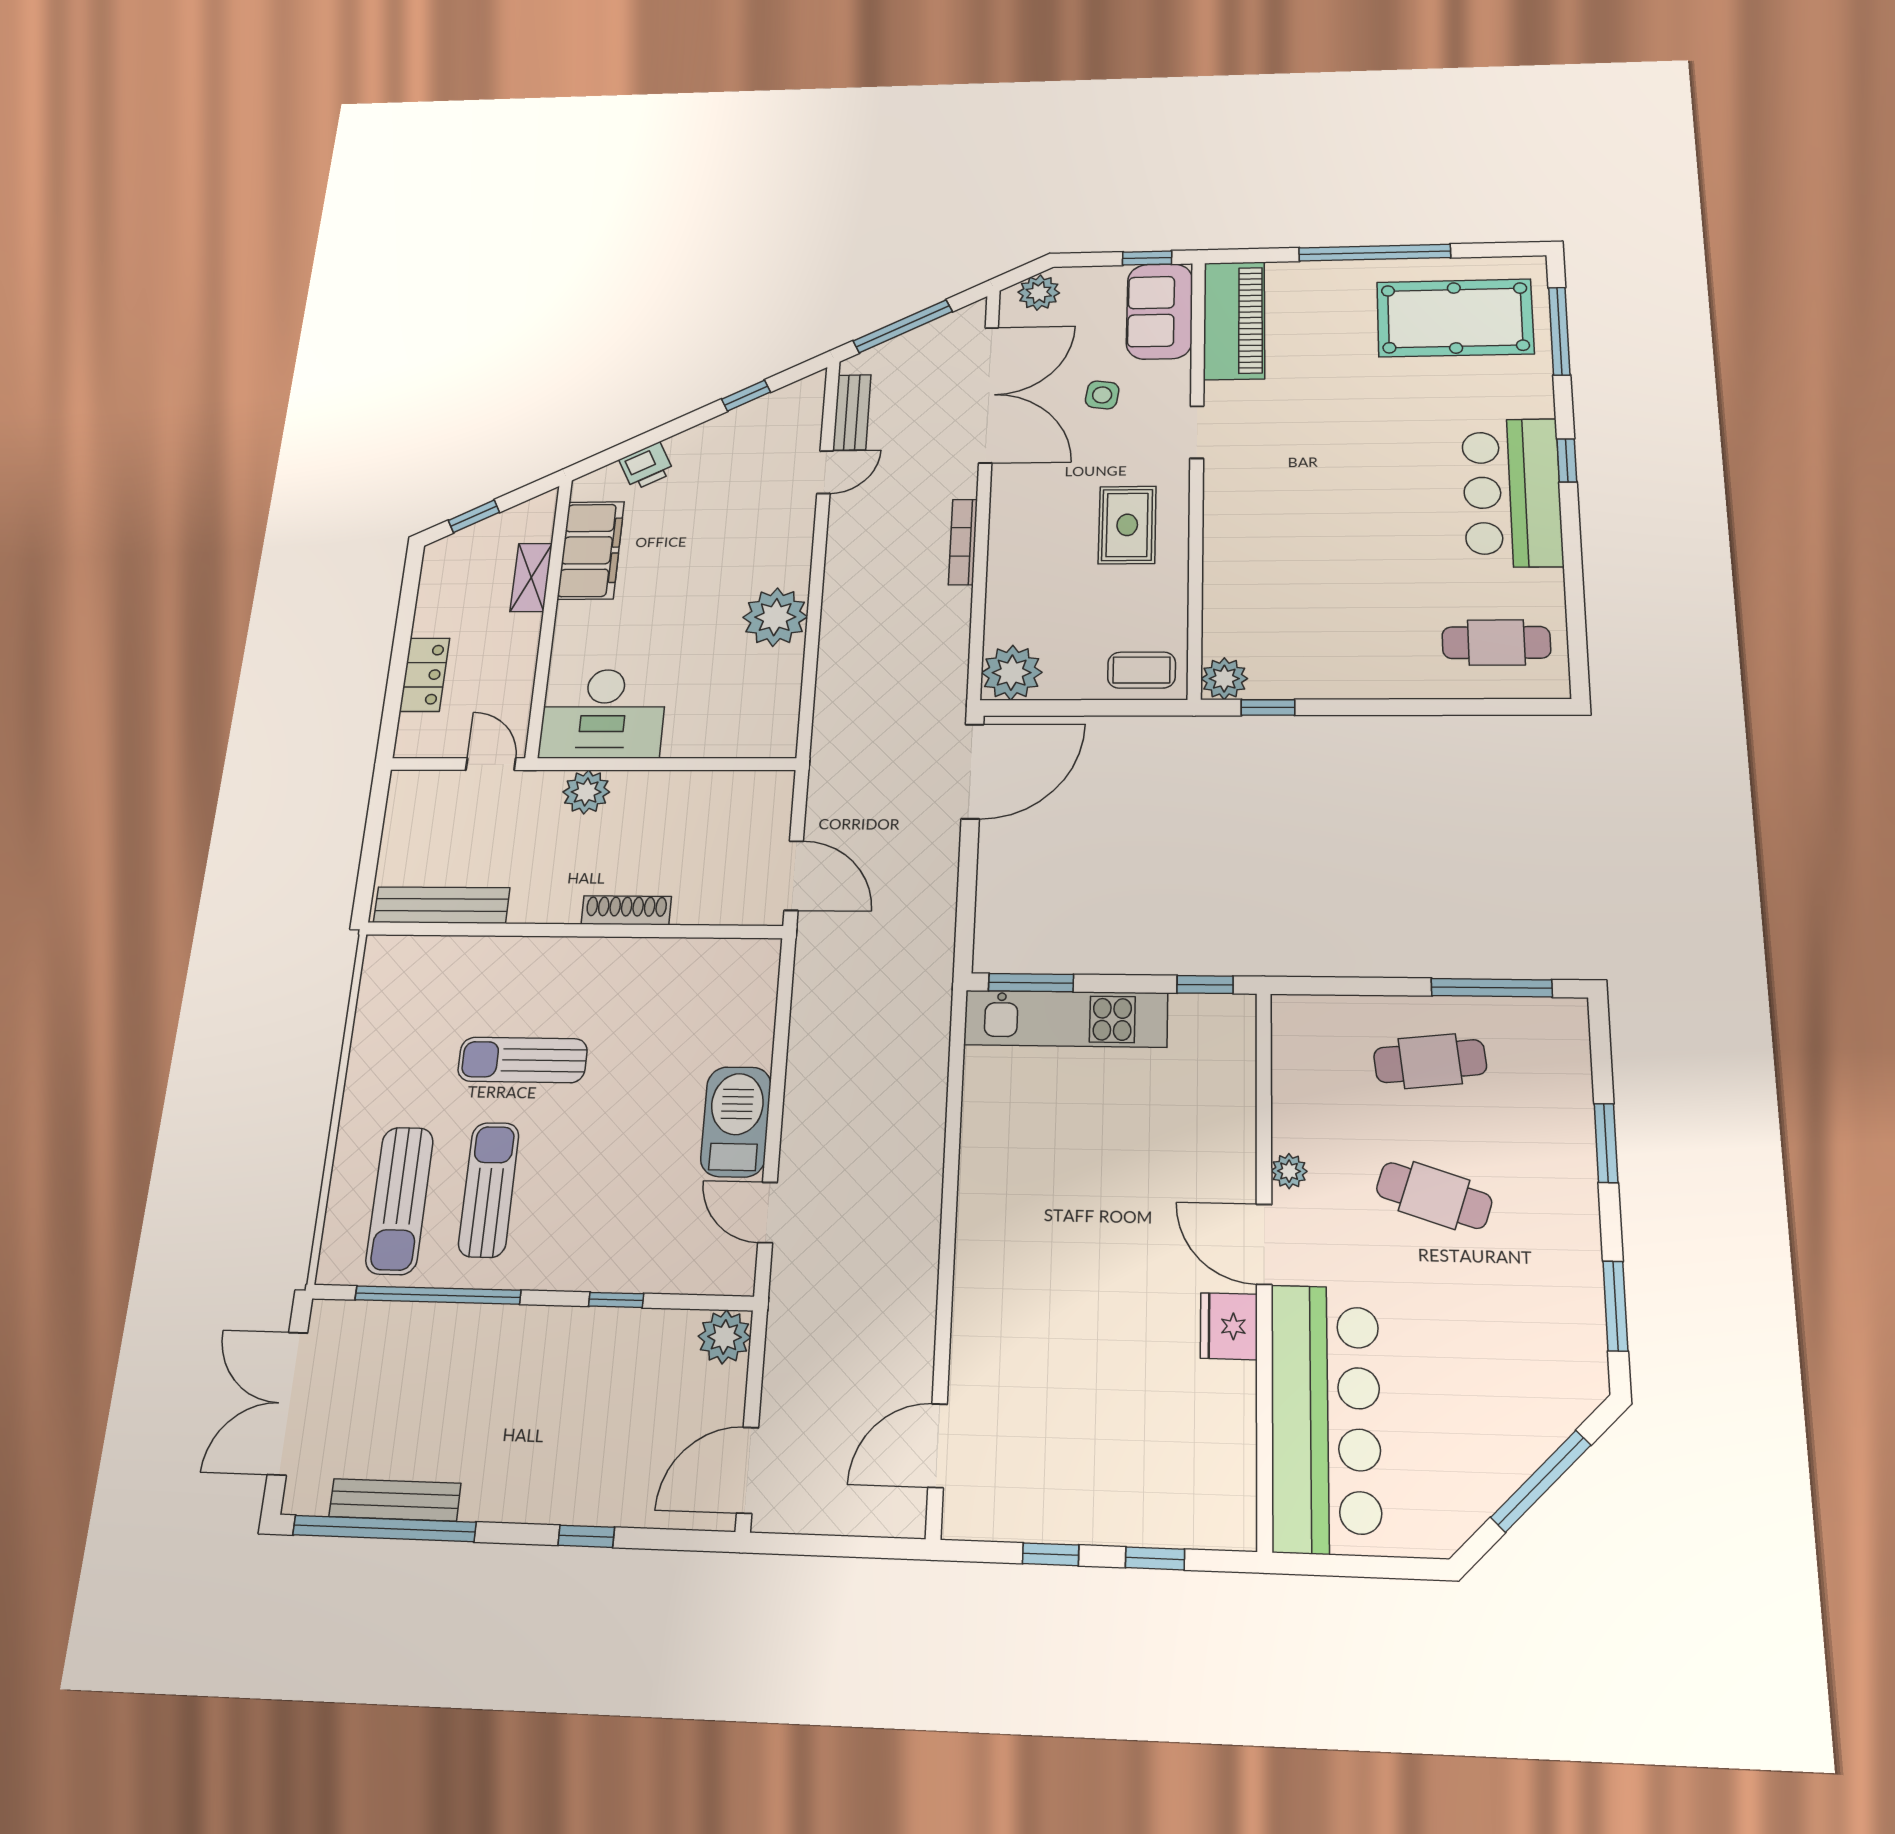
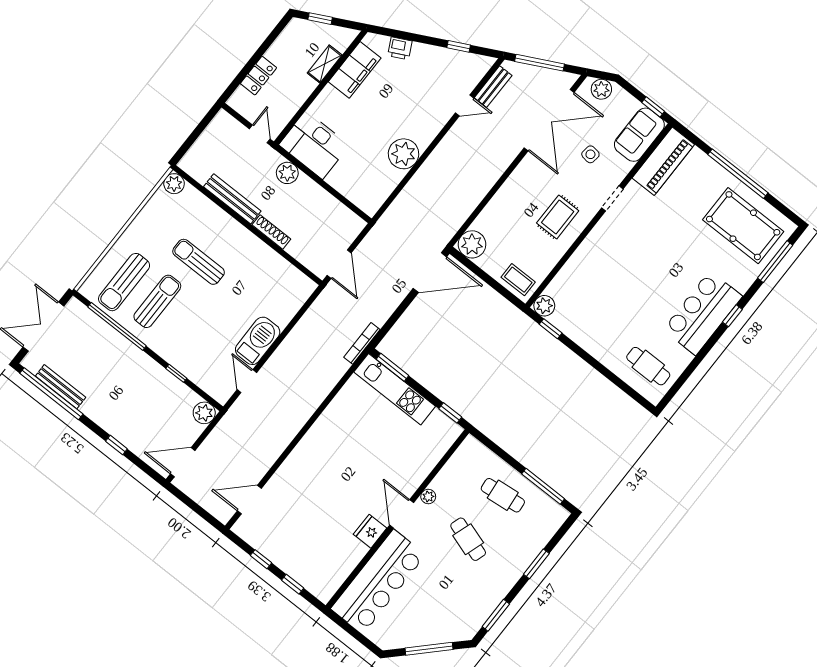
bookcase: (963, 542) -> (362, 343), moved
bench: (442, 905) -> (232, 199), moved
plant: (385, 956) -> (174, 184), added

